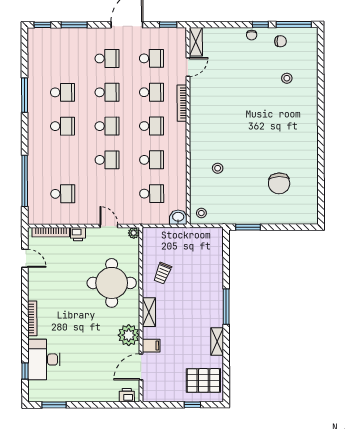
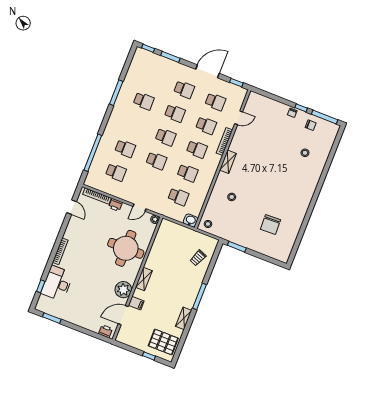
shelving: (196, 42) -> (228, 162), moved
school desk: (63, 126) -> (125, 149), moved
door: (109, 226) -> (139, 208), swing flipped
trolley: (162, 273) -> (198, 258), moved

